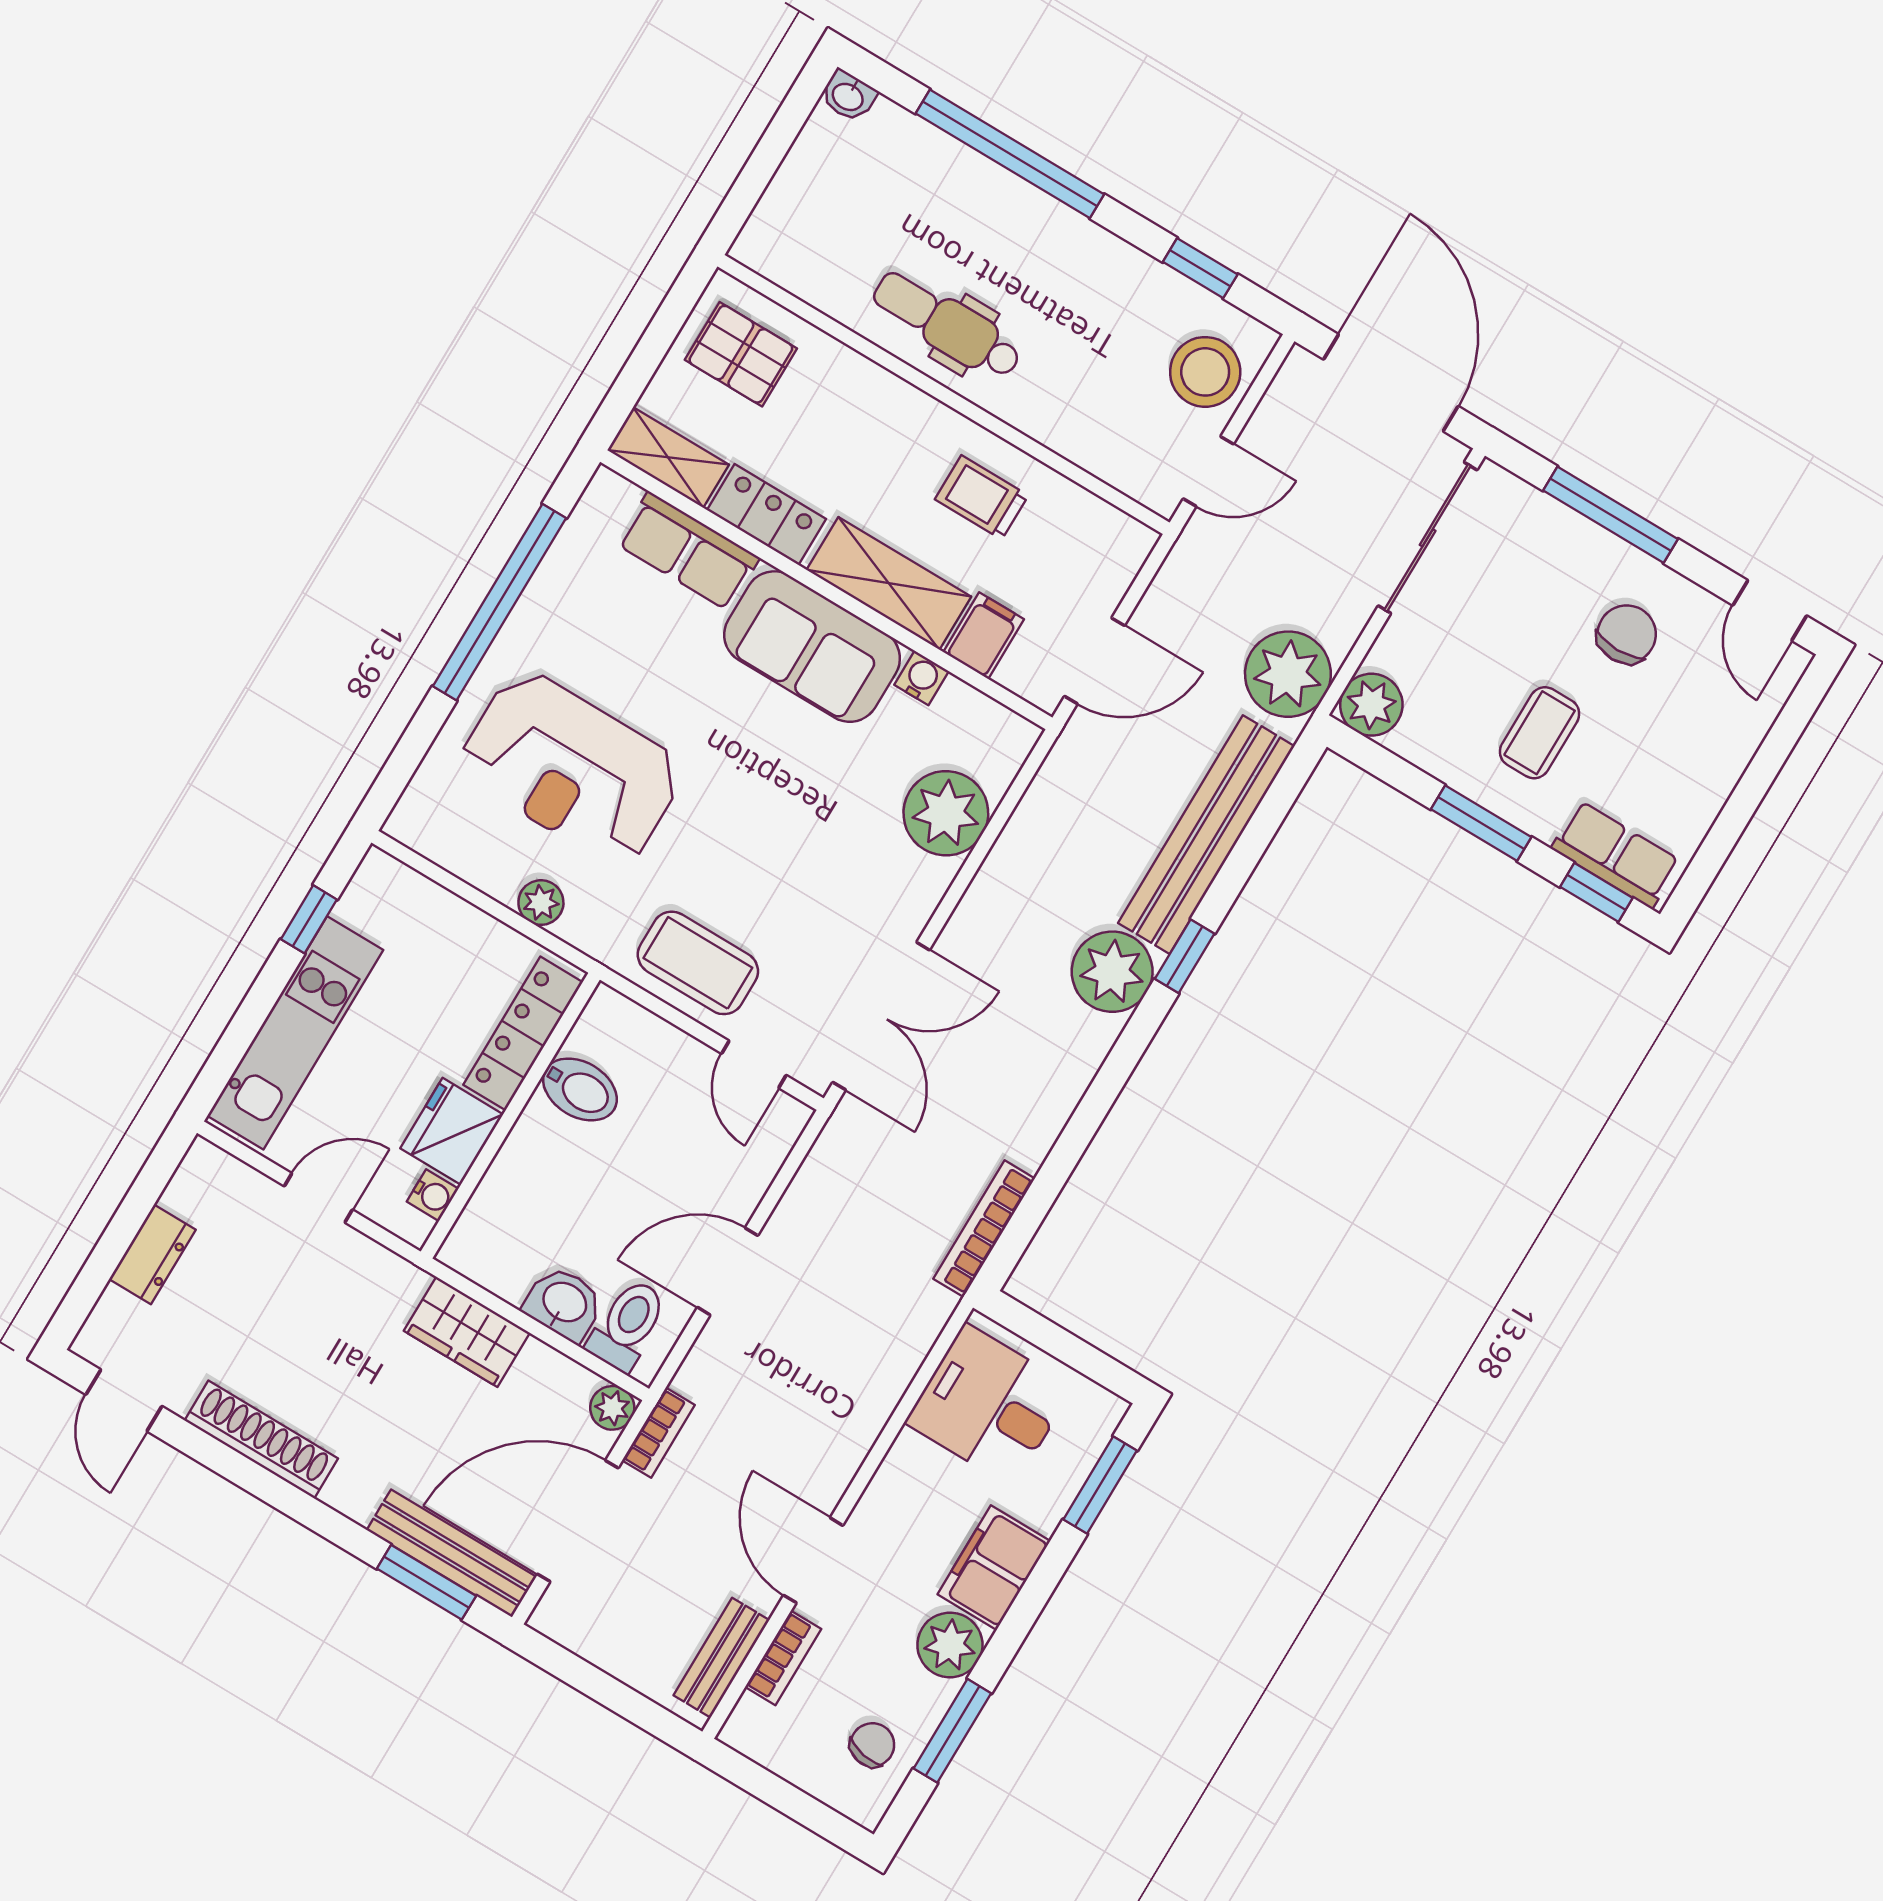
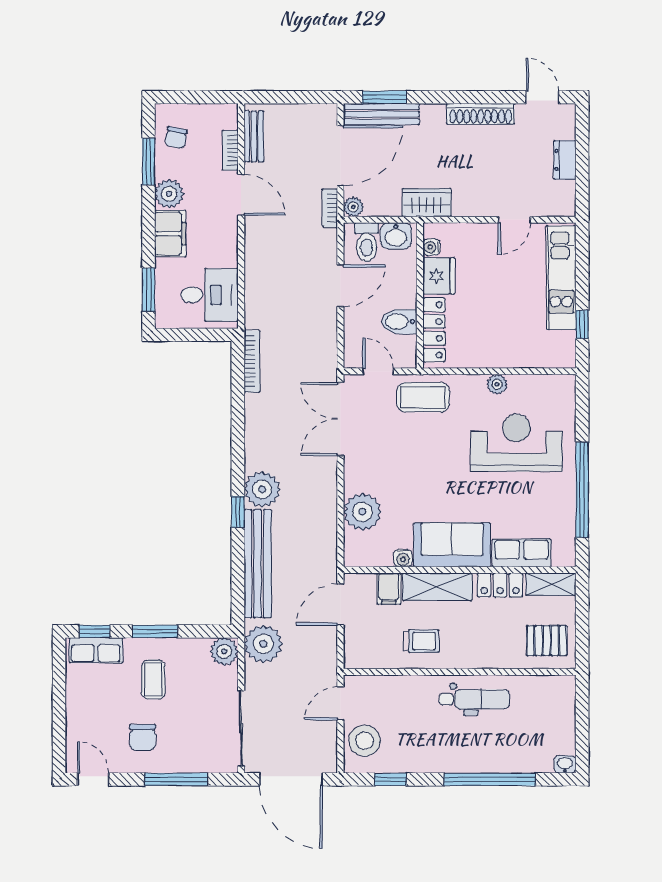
locker: (523, 1033) -> (434, 330), moved
bidet: (580, 1089) -> (399, 322), moved
wall: (510, 1116) -> (420, 295), moved
fridge: (452, 1131) -> (439, 276), moved
water cooler: (433, 1195) -> (431, 247), moved

